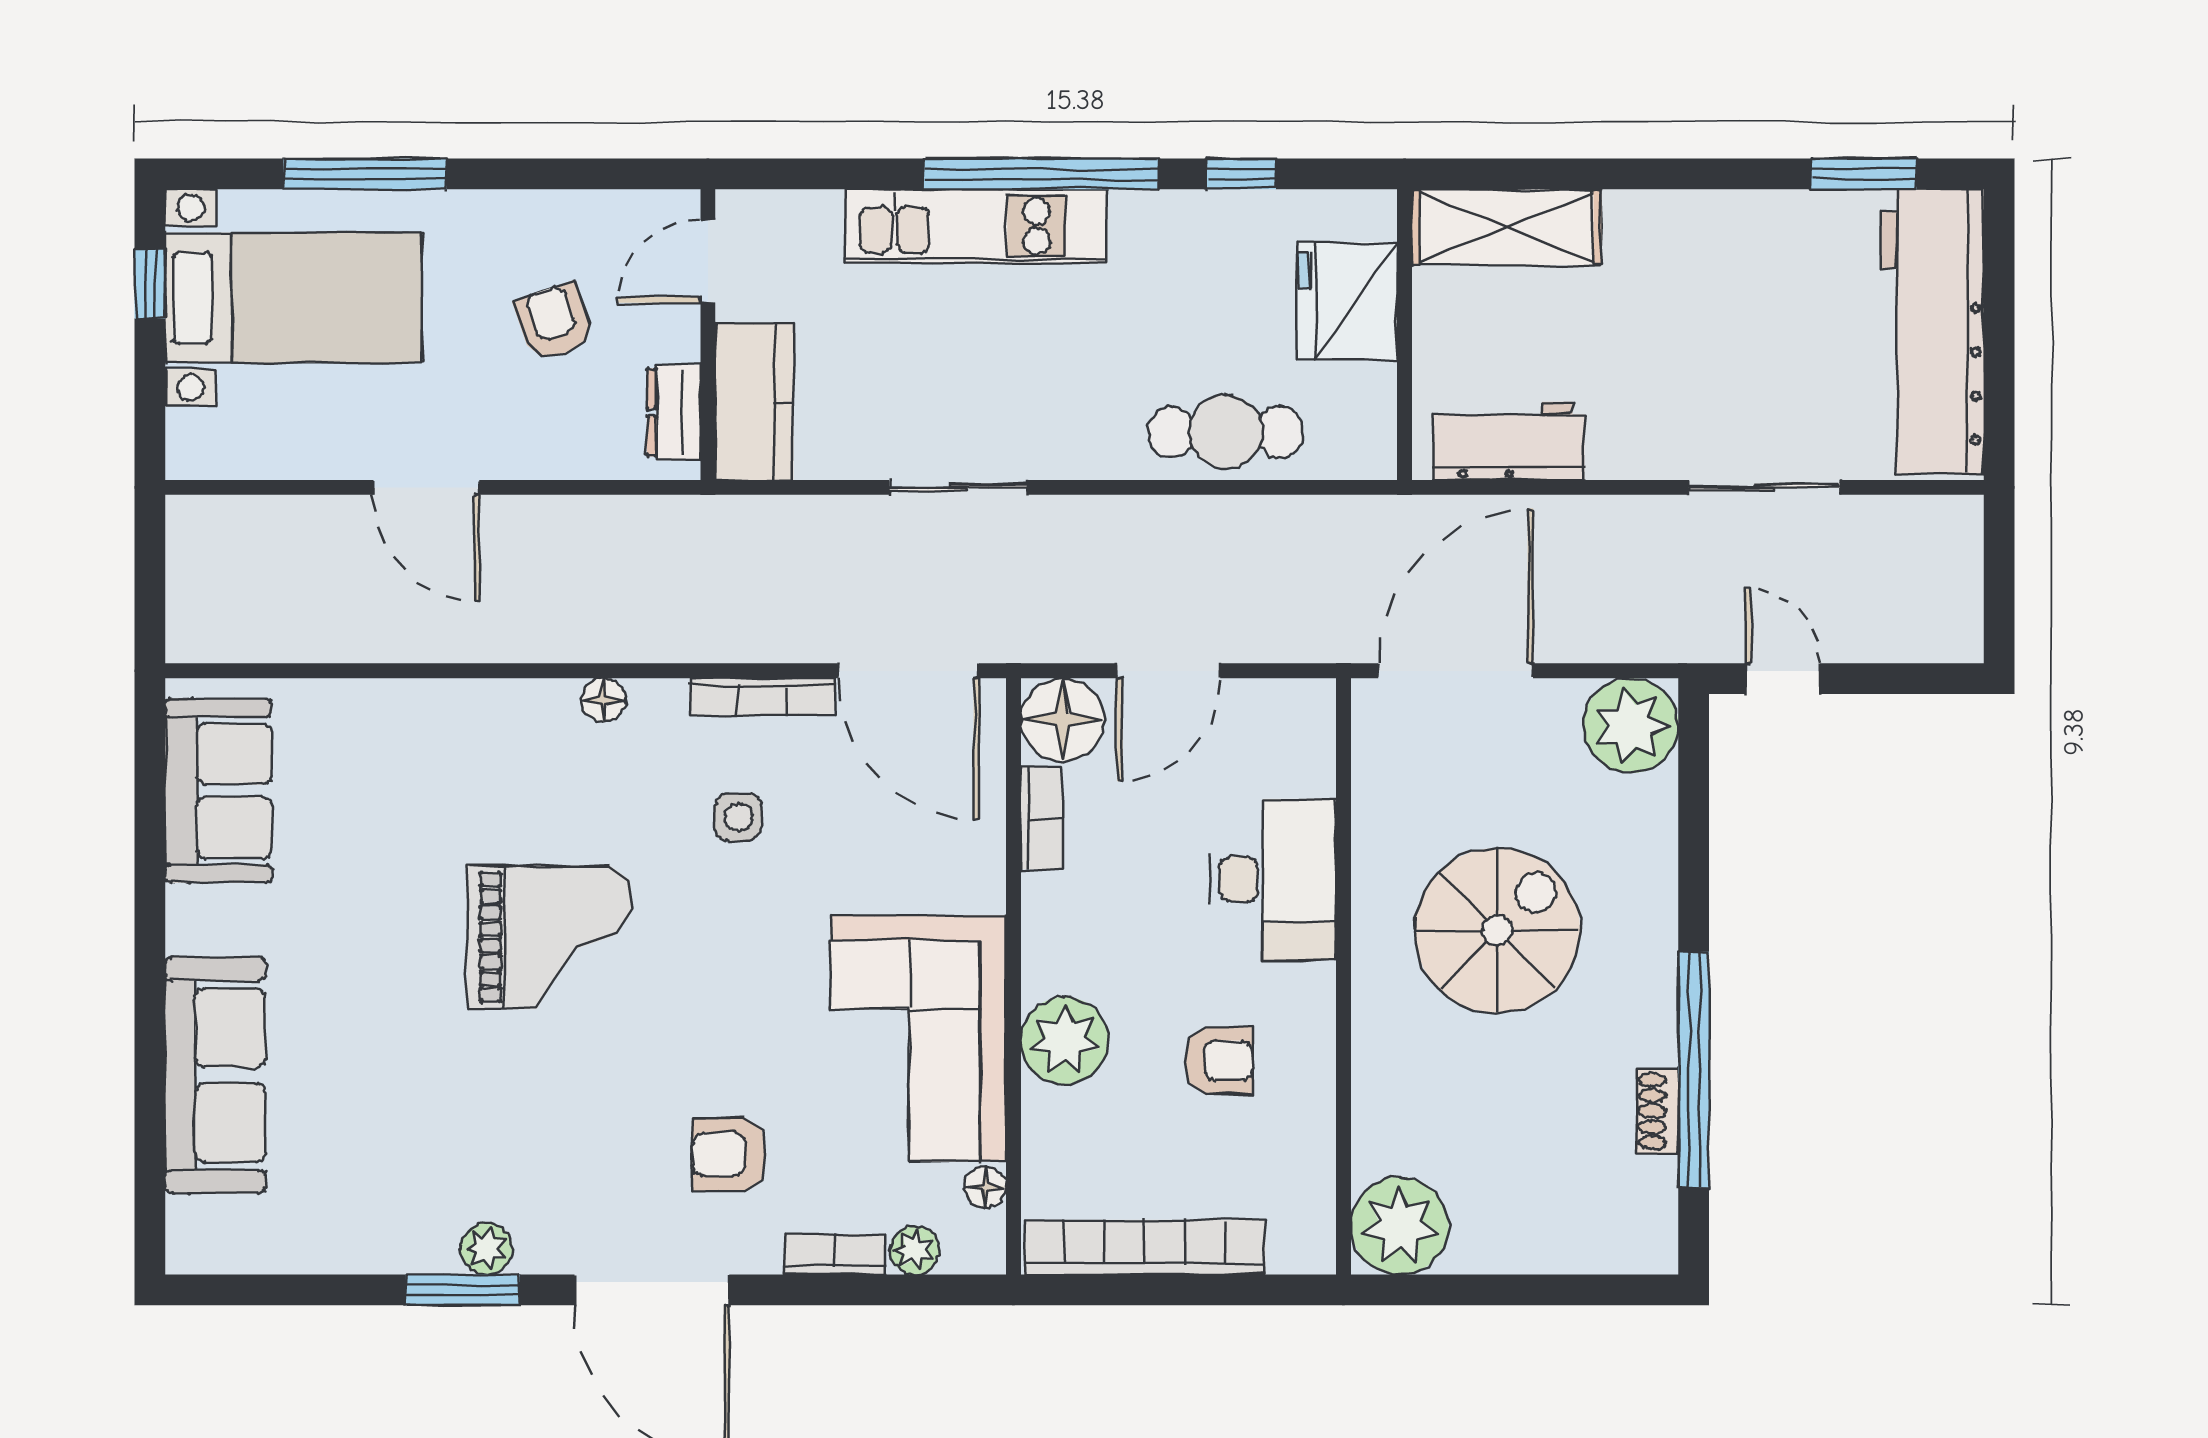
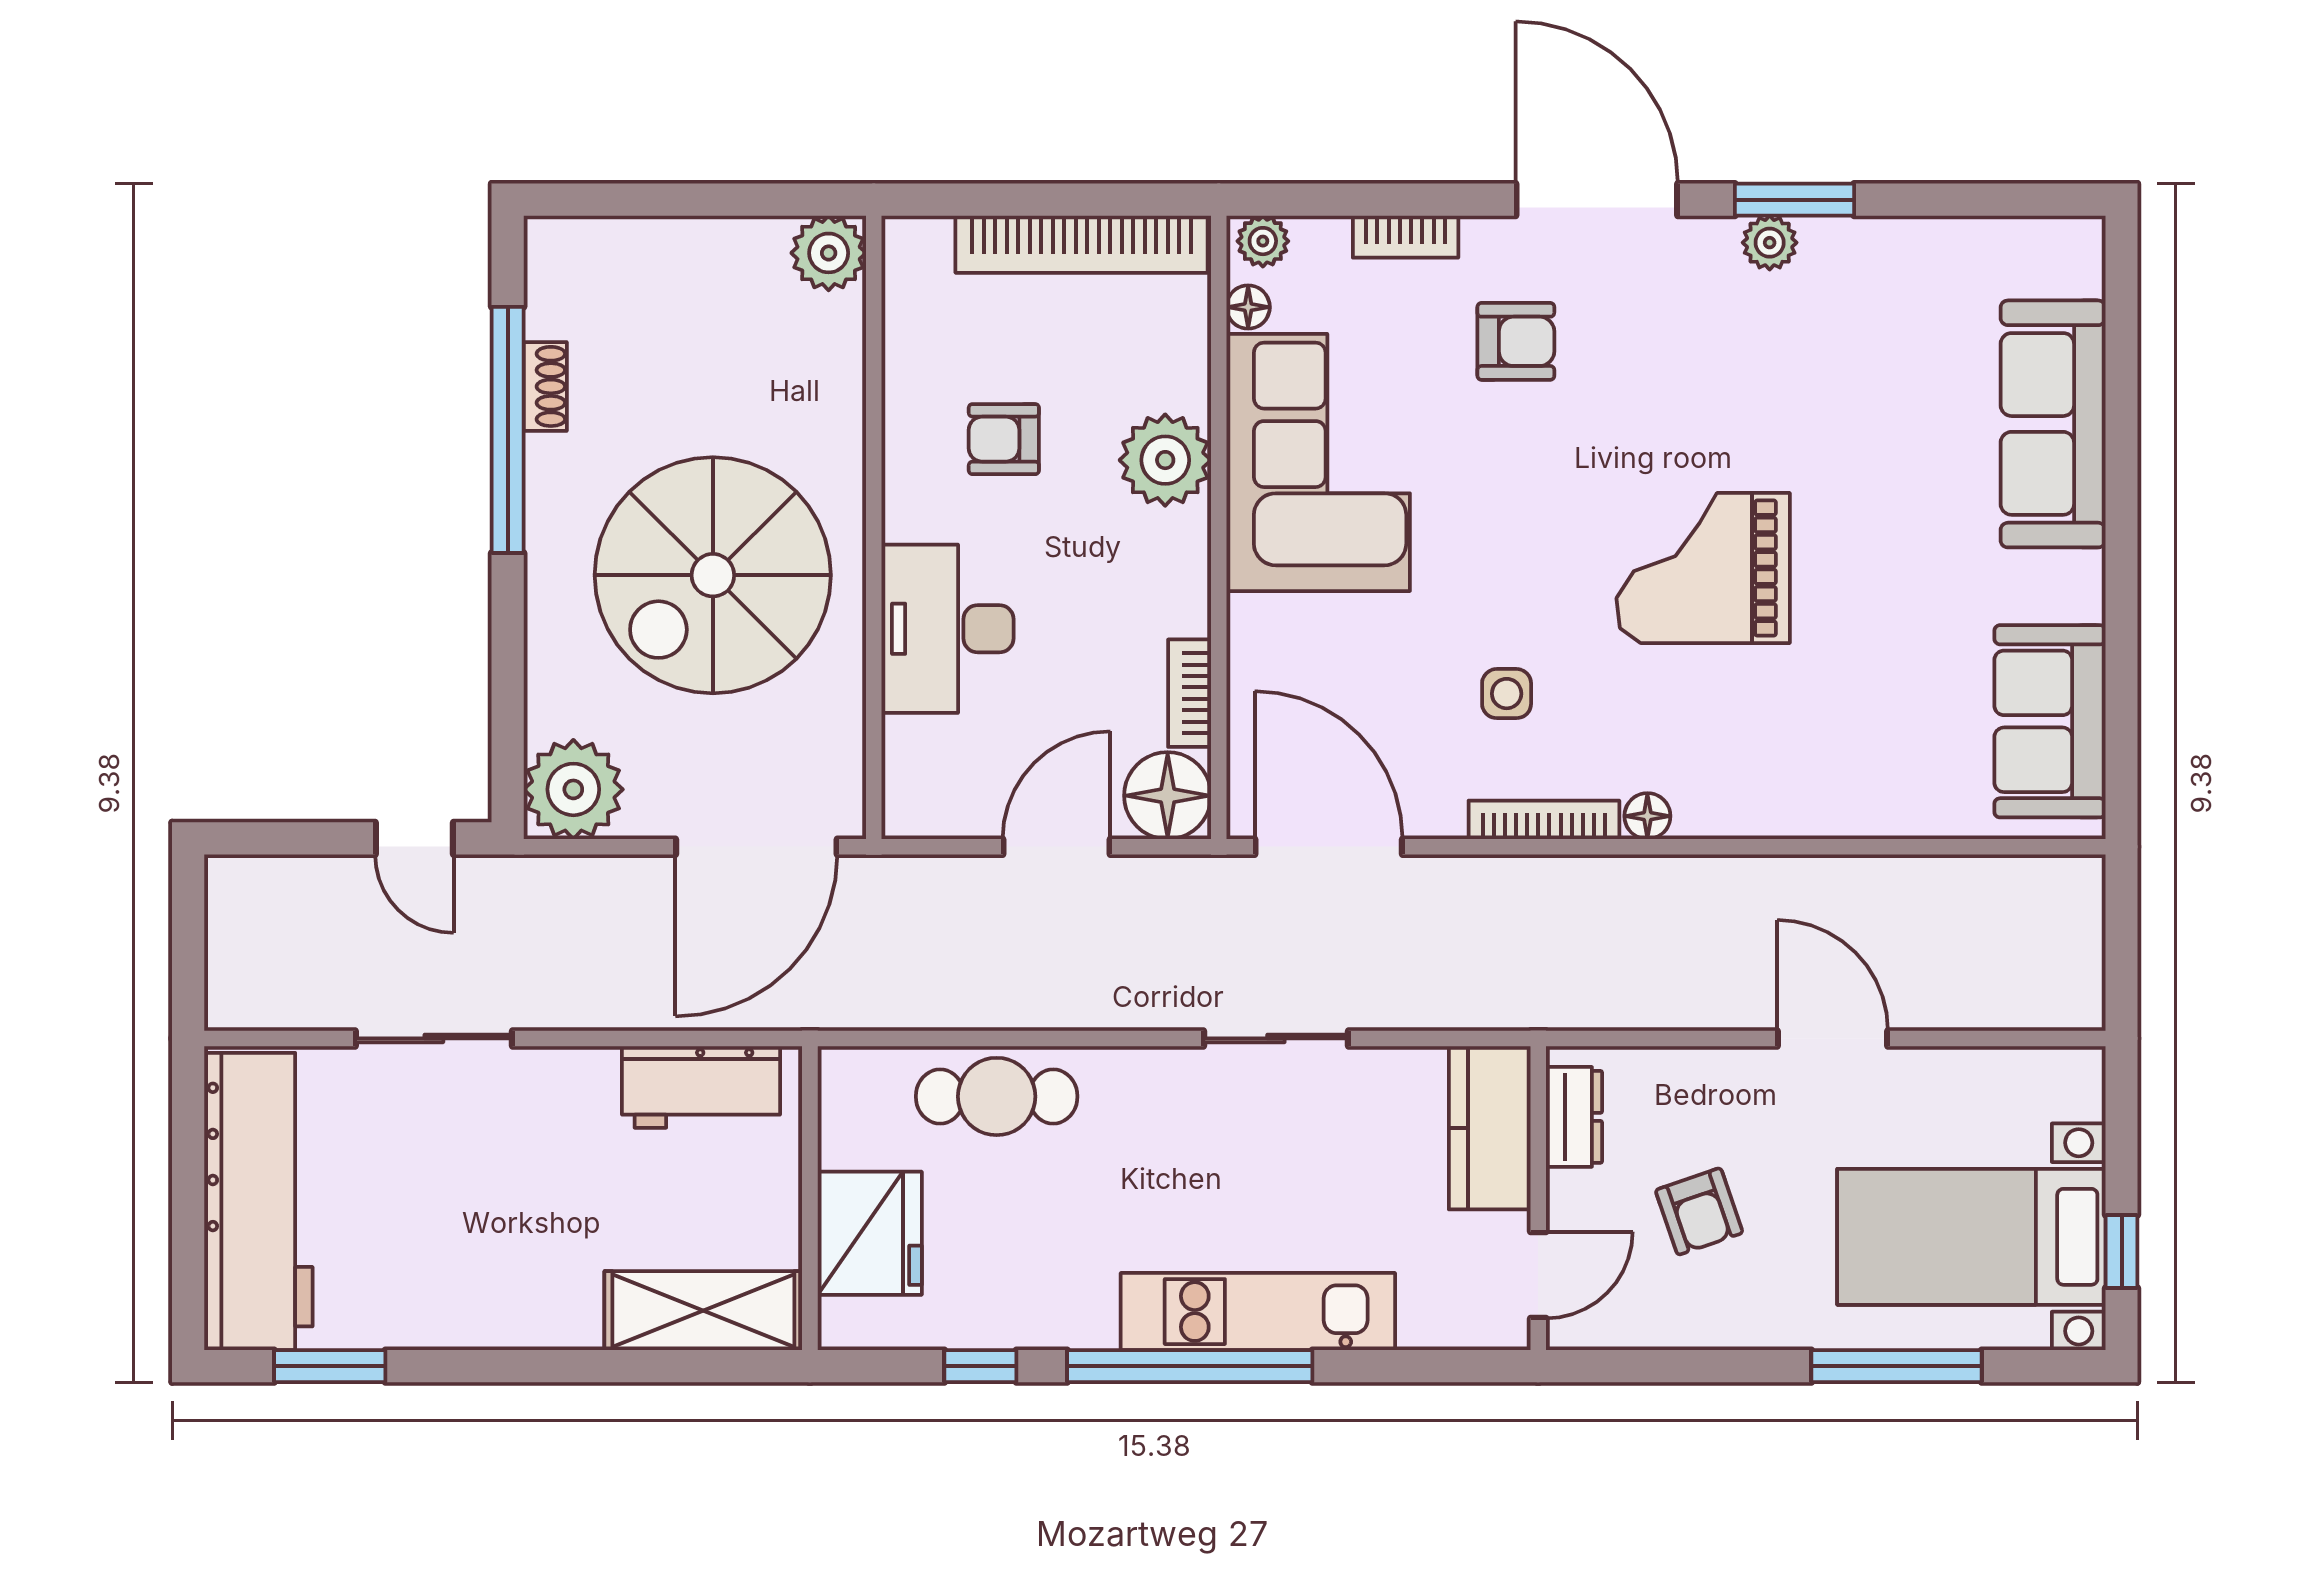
bookcase: (762, 697) -> (1544, 820), moved
spiral stairs: (1497, 931) -> (713, 575), width x1.37, depth x1.37
plant: (1400, 1226) -> (829, 253), width x0.73, depth x0.73
plant: (915, 1250) -> (1263, 241), moved

